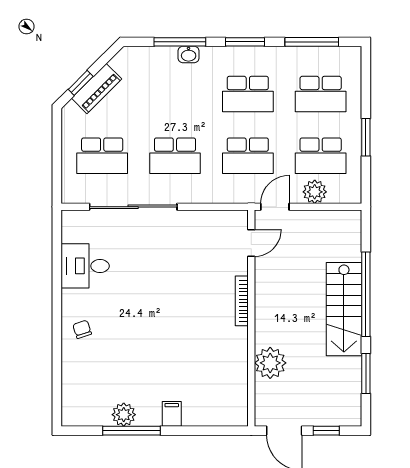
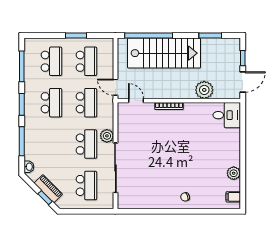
washbasin: (189, 54) -> (29, 167), moved
plant: (315, 192) -> (107, 136), moved
desk: (85, 266) -> (227, 115), moved, turned -90
window: (366, 294) -> (149, 36), moved
stairs: (344, 309) -> (164, 53), width x1.36, depth x1.51
filing cabinet: (172, 414) -> (233, 197), moved
window: (131, 431) -> (243, 169), removed

